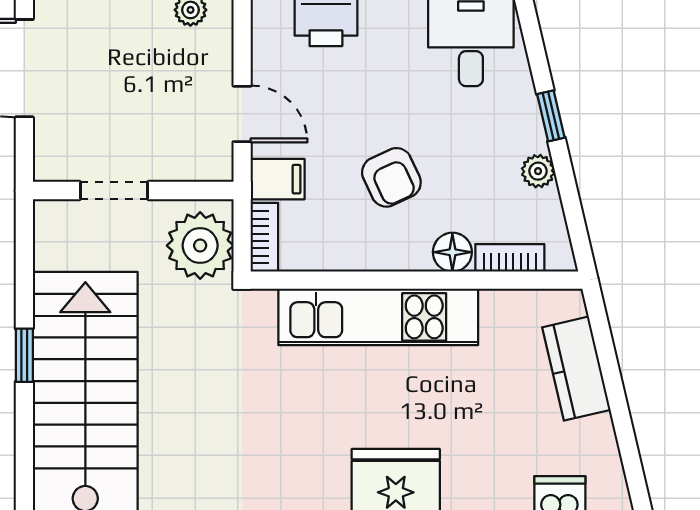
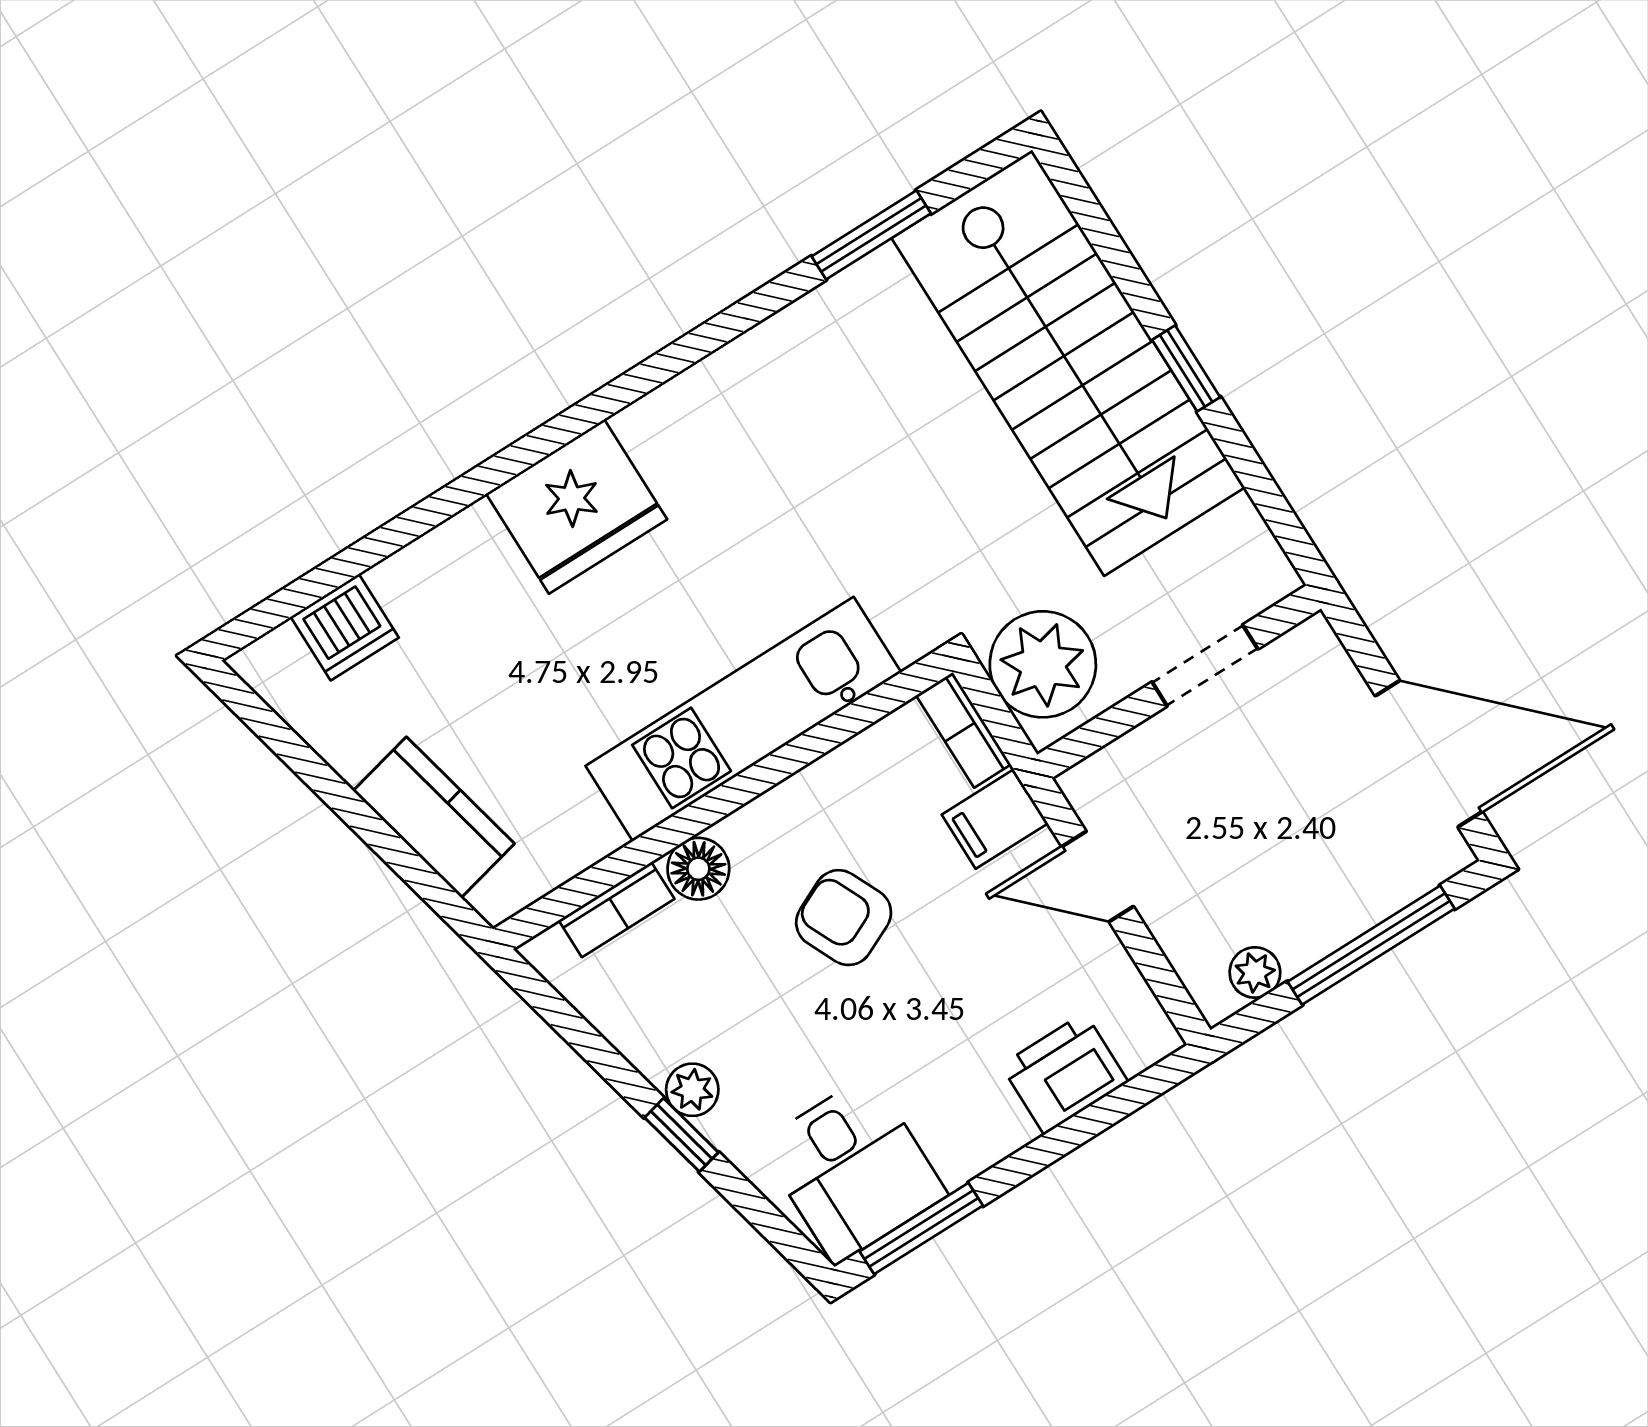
plant: (538, 171) -> (692, 1090), moved

